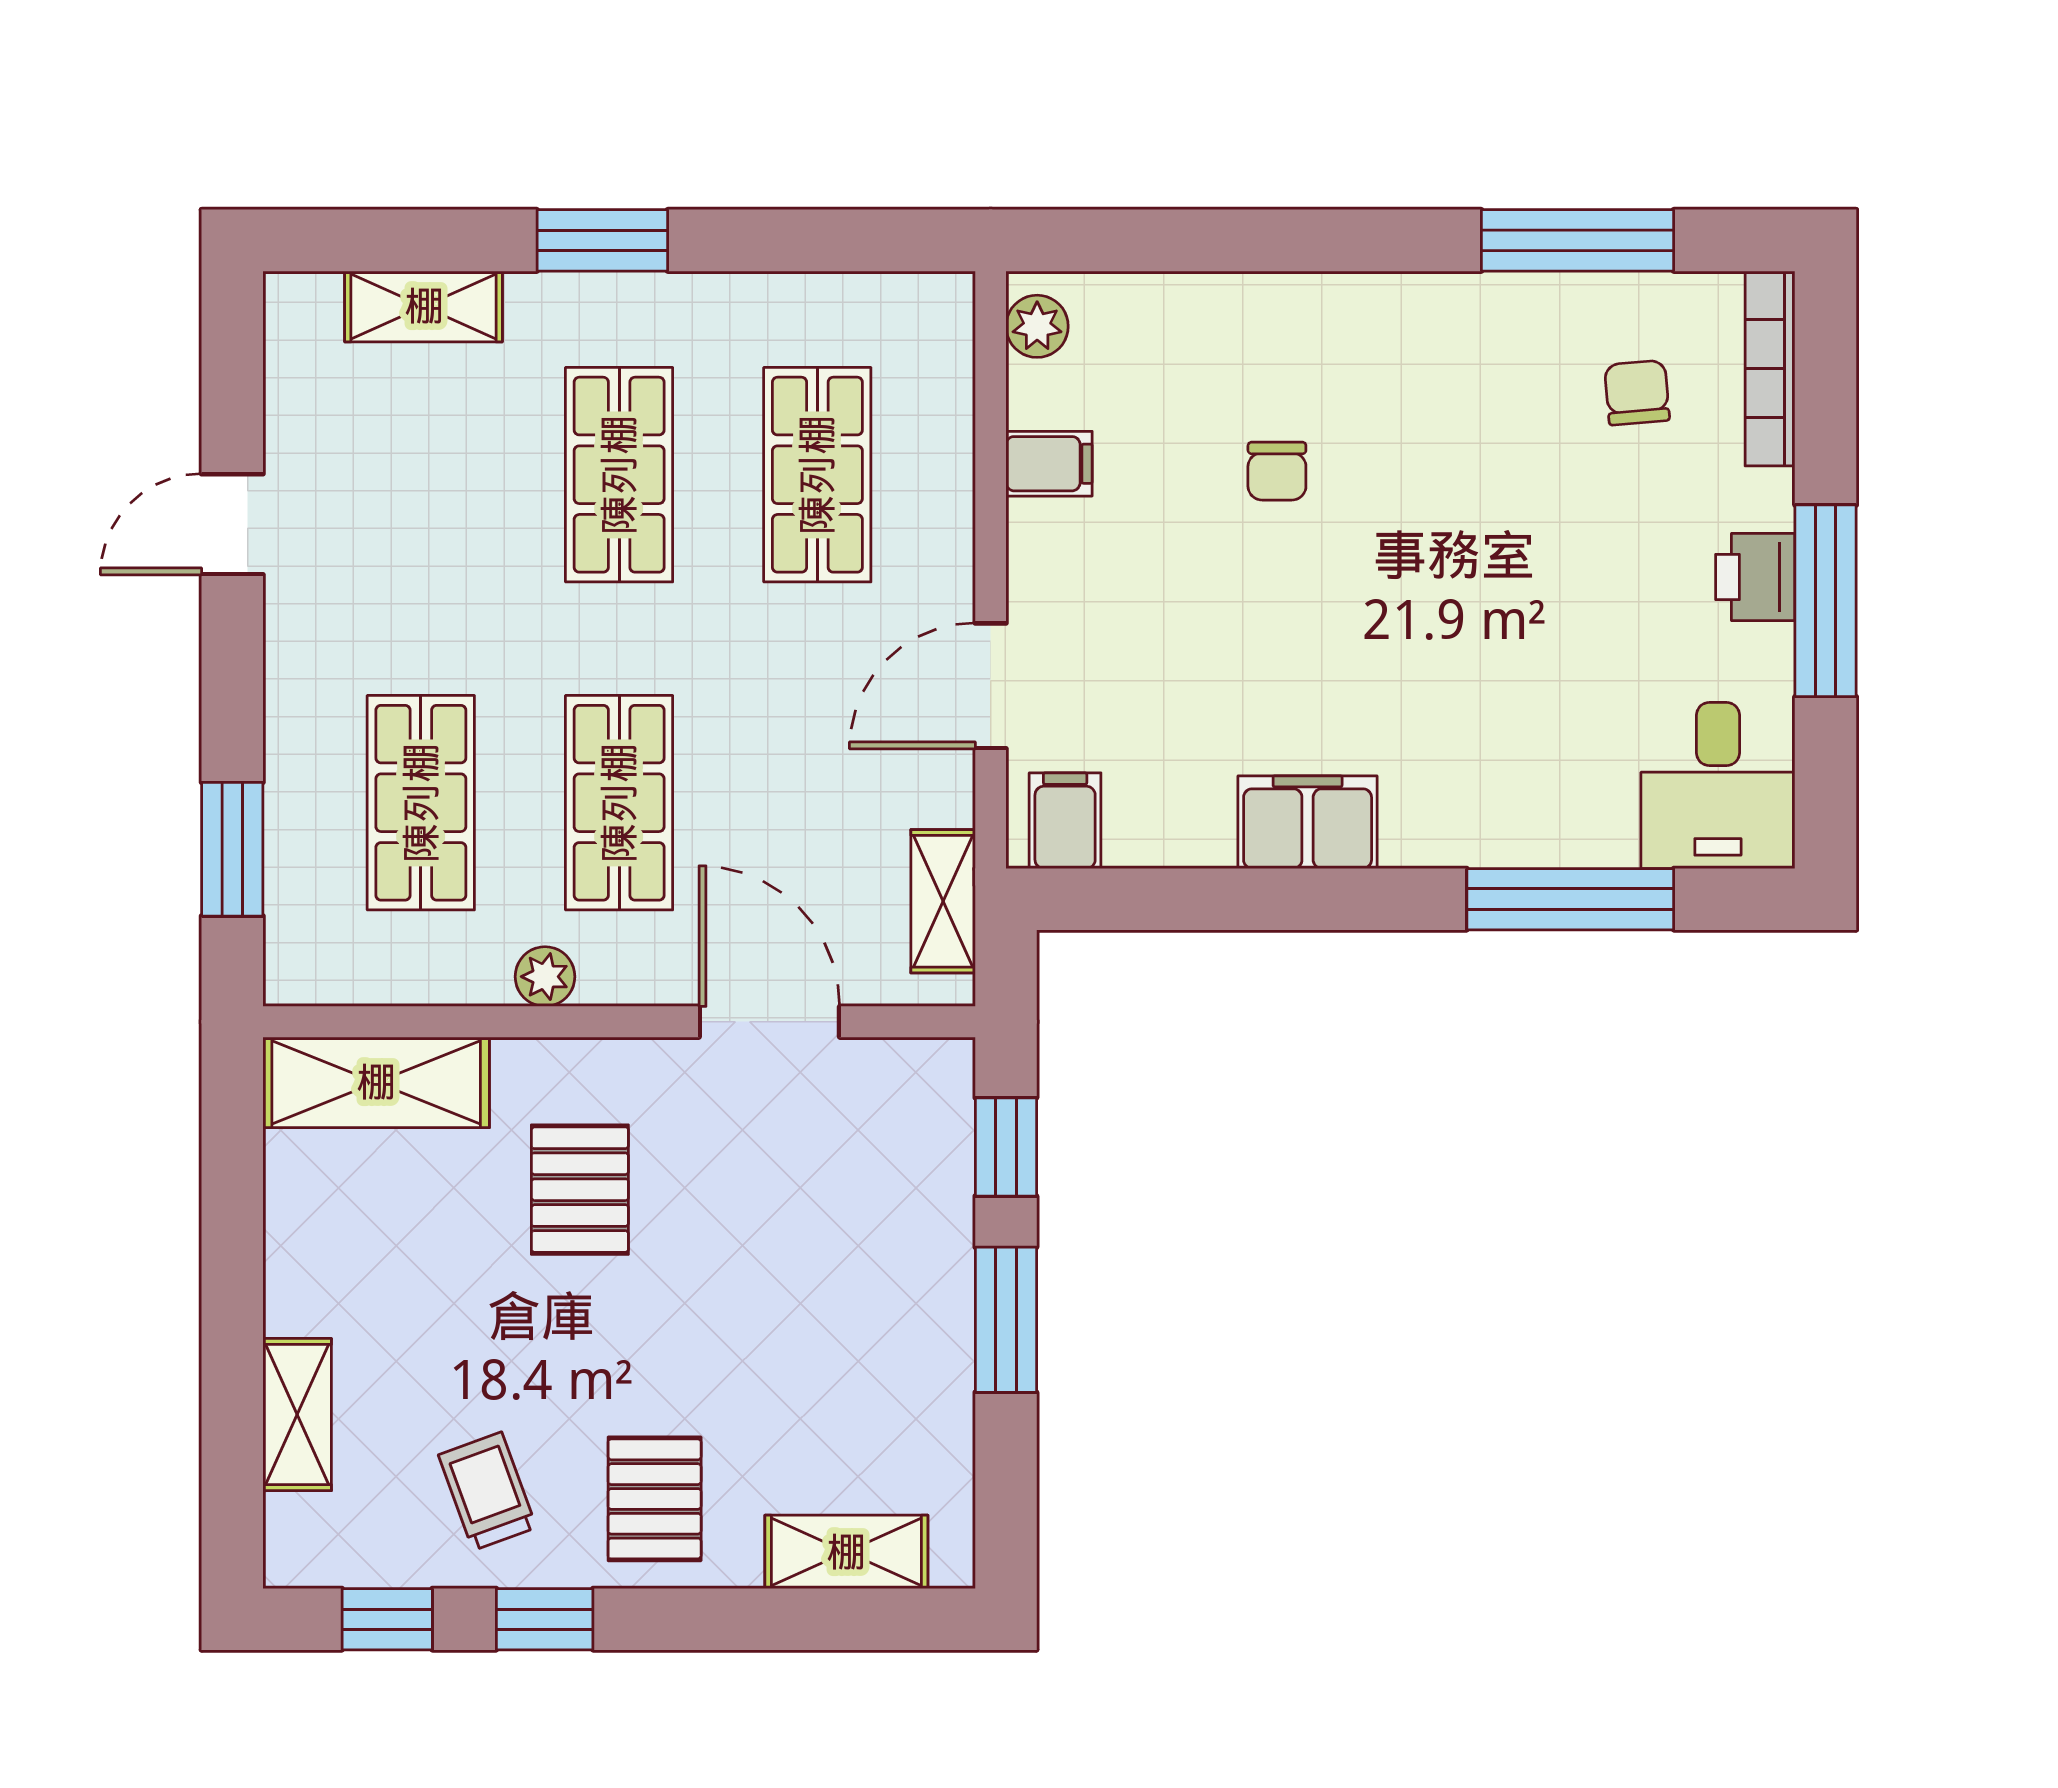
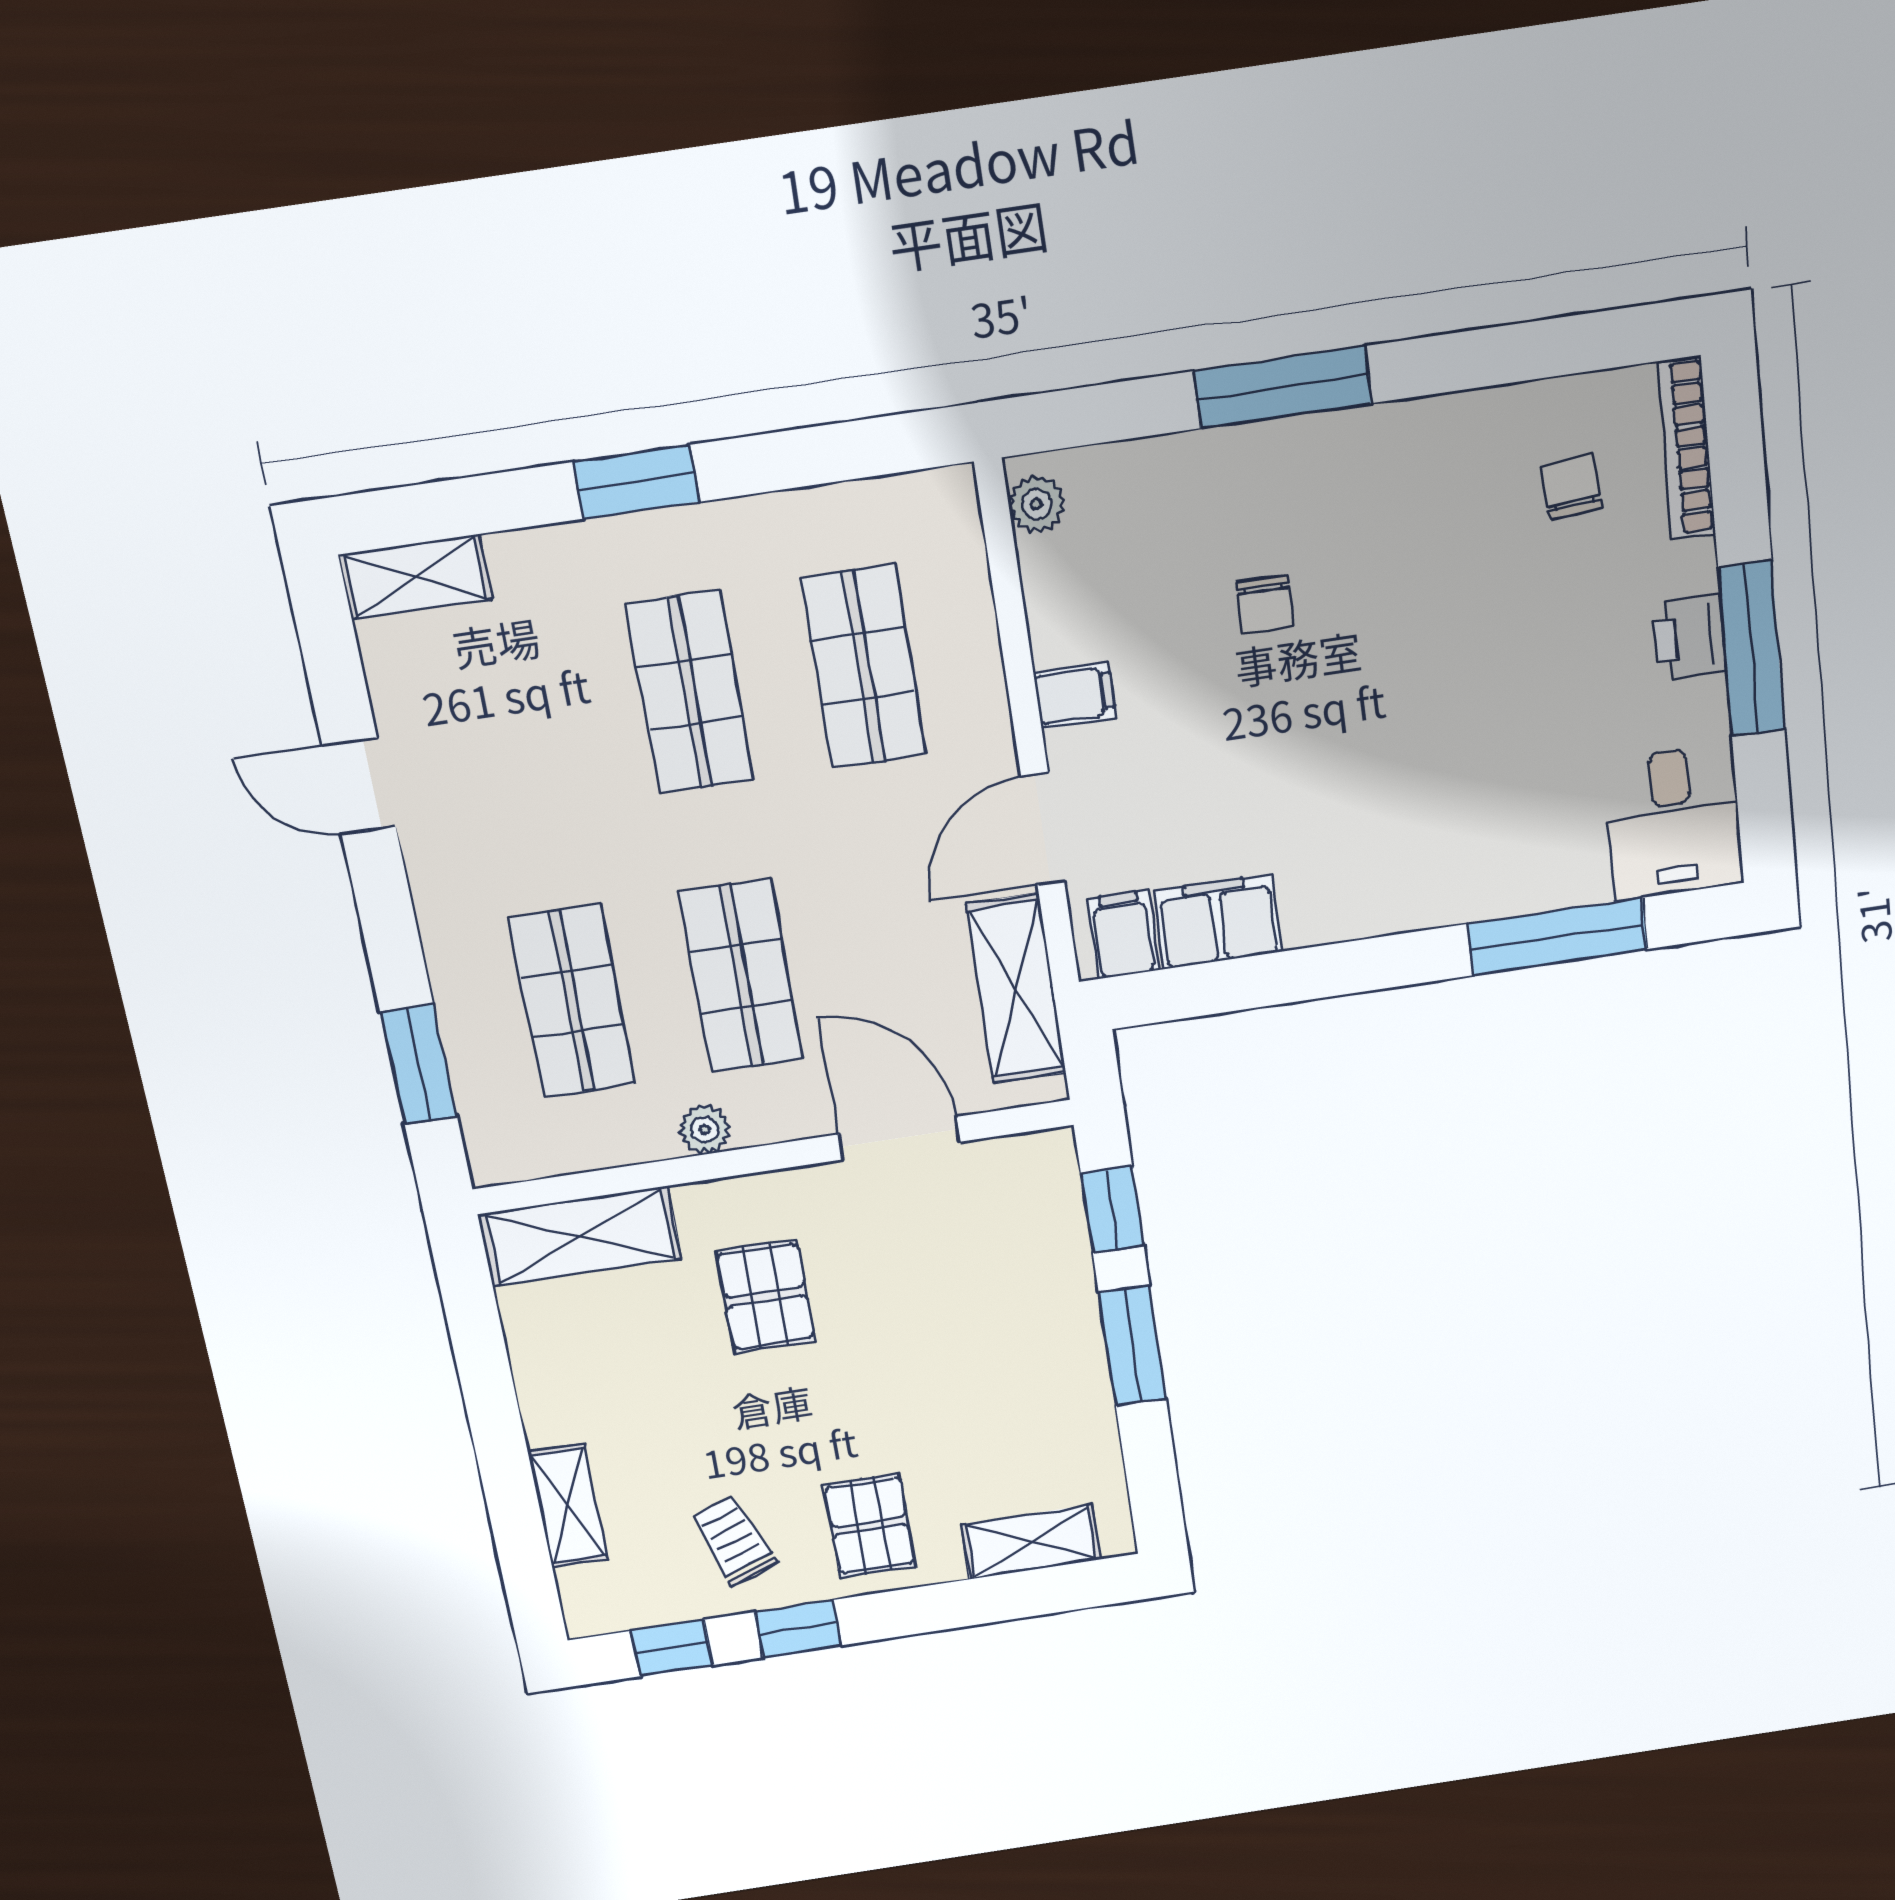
window: (1578, 240) -> (1283, 387), moved
shelving: (424, 306) -> (415, 577), moved
filing cabinet: (1049, 464) -> (1075, 695), moved
door: (232, 524) -> (359, 786), hinge flipped
filing cabinet: (1308, 822) -> (1218, 922), moved
shelving: (943, 901) -> (1016, 989), width x1.50, depth x1.33

